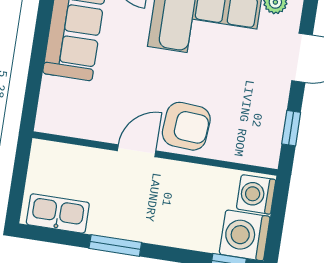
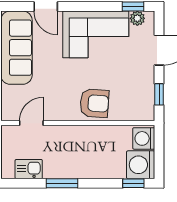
door: (137, 151) -> (31, 123), moved
kitchen sink: (58, 213) -> (29, 169), width x0.73

